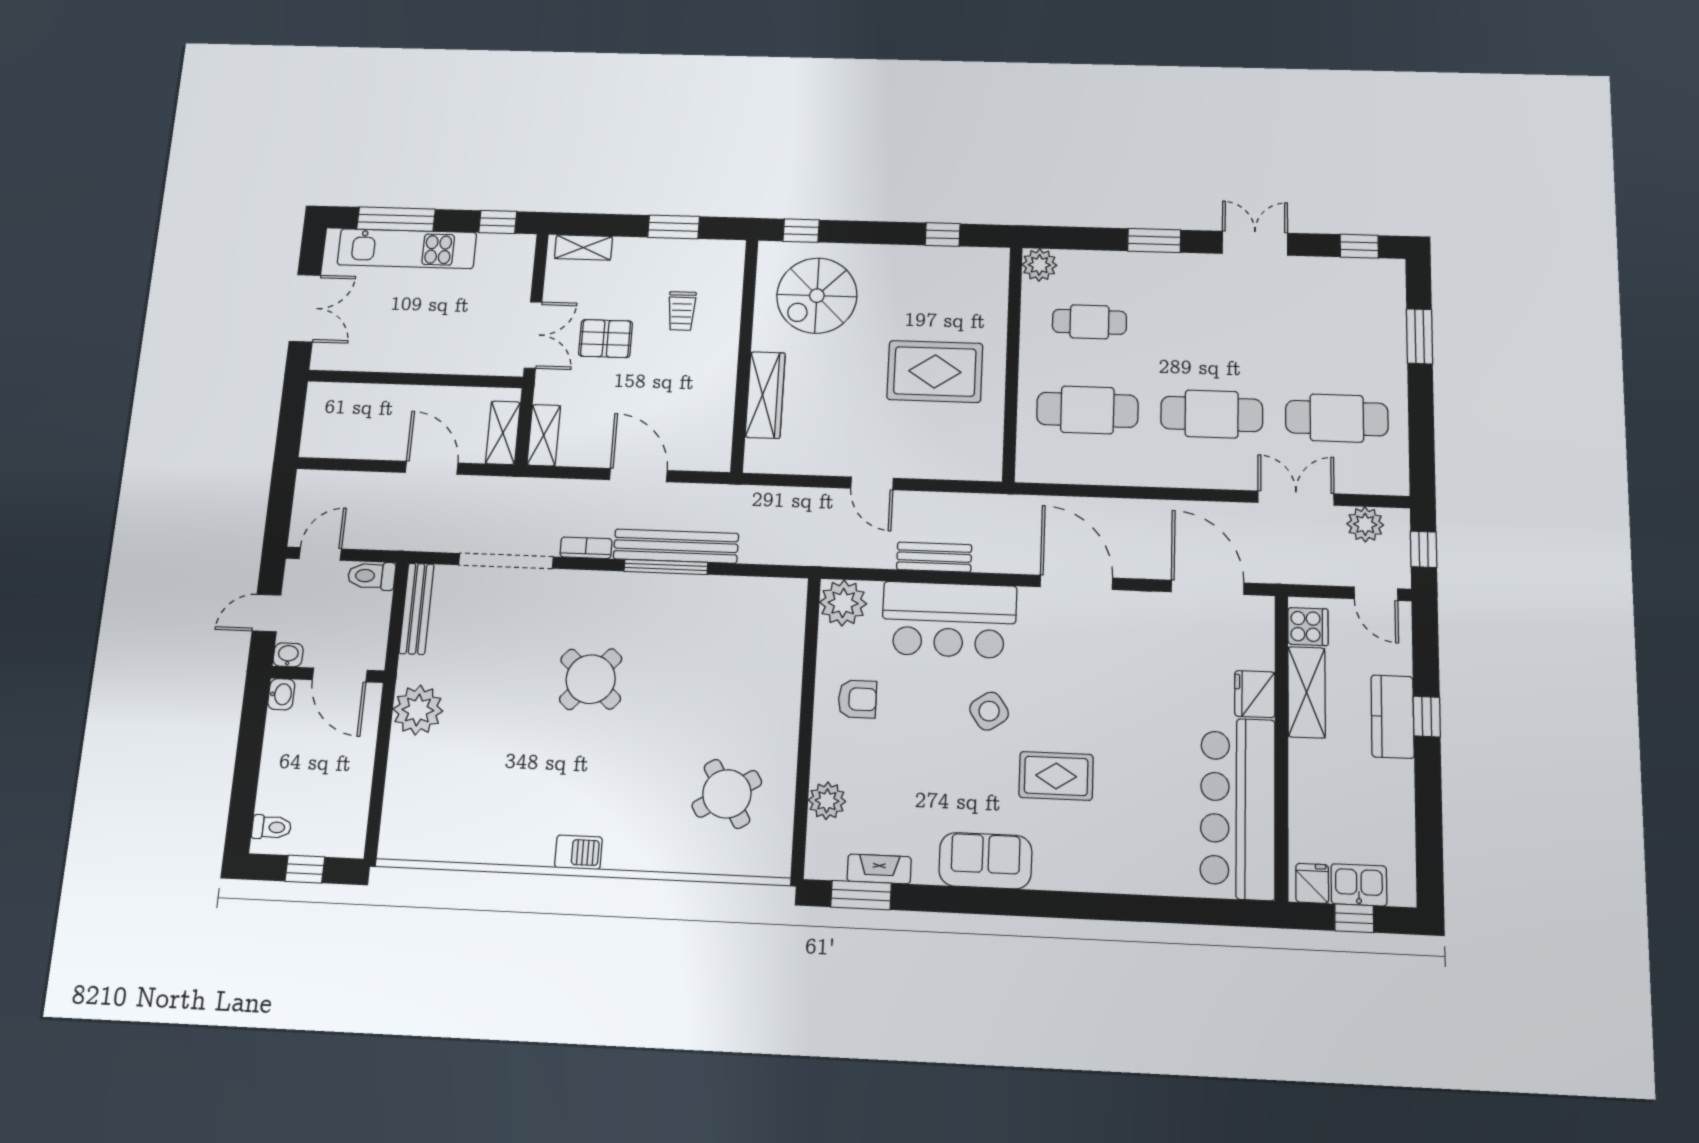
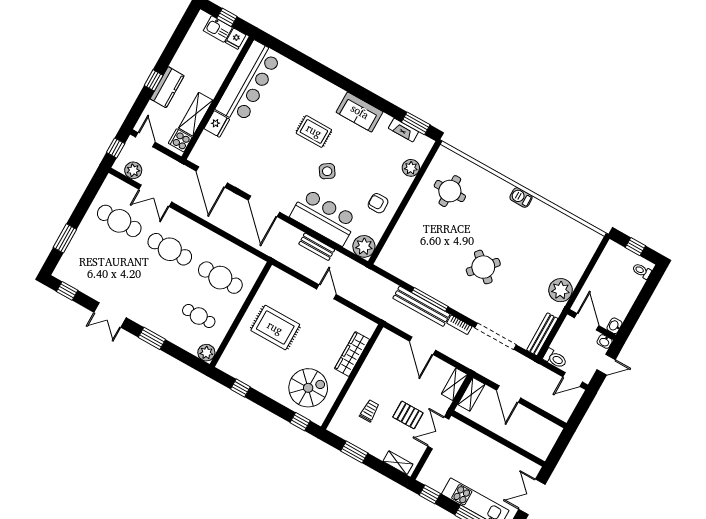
round table: (727, 794) -> (450, 191), turned 31

